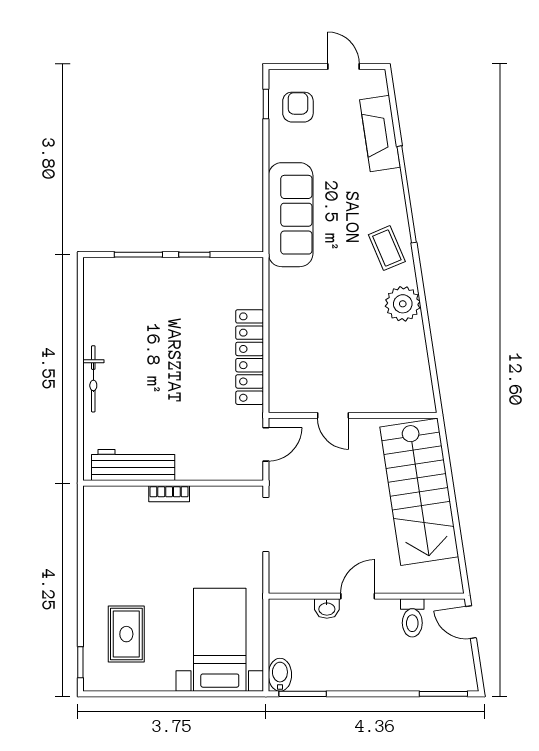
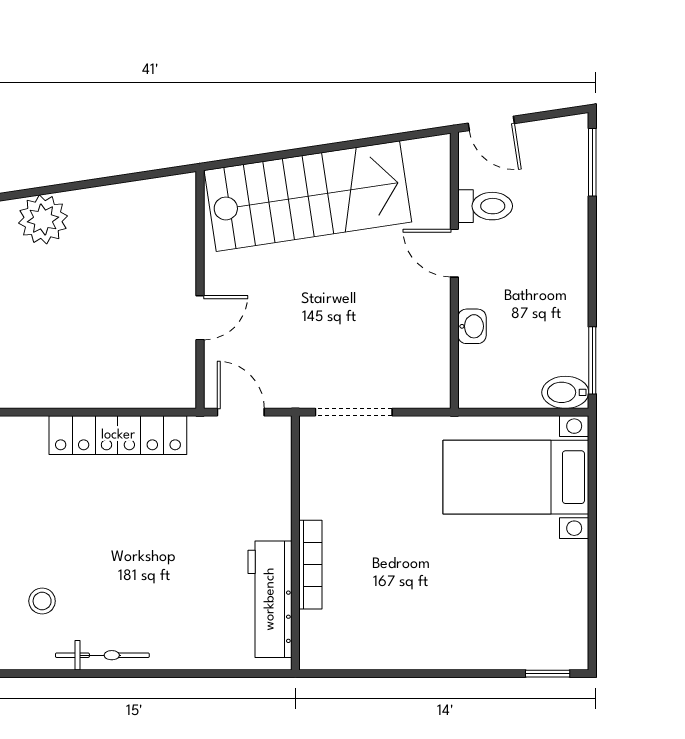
stool: (132, 303) -> (42, 601), added
bicycle: (93, 379) -> (102, 655), moved
bookcase: (169, 494) -> (310, 565), width x1.56
door: (358, 596) -> (454, 253), moved
door: (471, 622) -> (491, 123), hinge flipped
rug: (126, 634) -> (508, 609), removed

